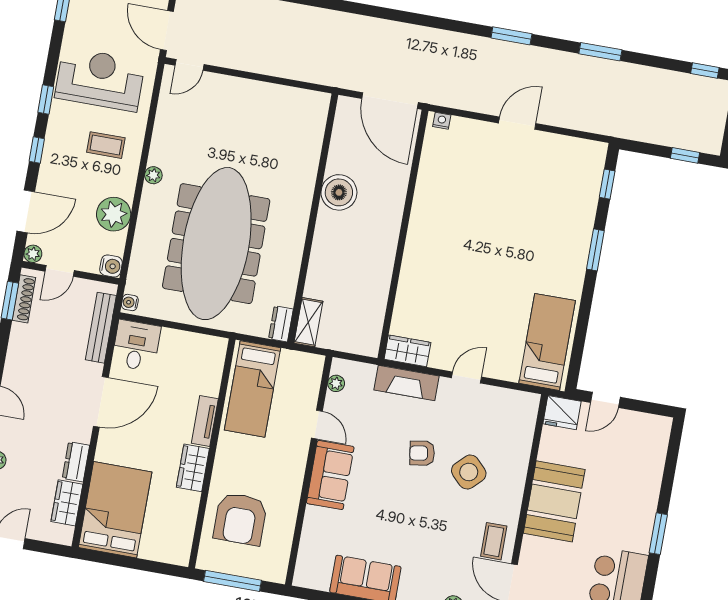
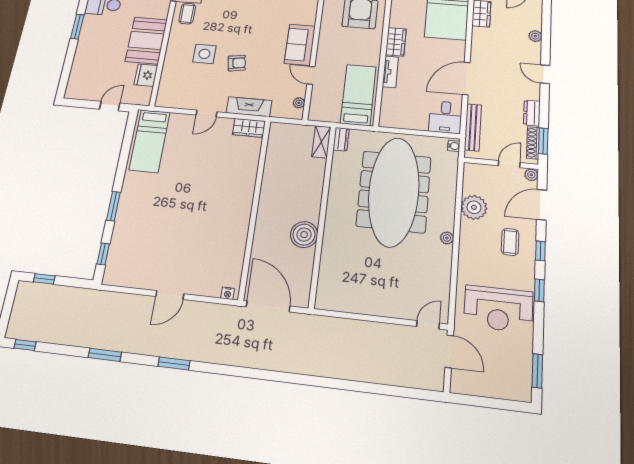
coffee table: (106, 145) -> (510, 242), moved, turned 90
water cooler: (111, 266) -> (471, 170), removed
fridge: (562, 413) -> (146, 75), moved, turned -90
dresser: (76, 462) -> (532, 113), moved, turned 180
side table: (469, 472) -> (204, 54), turned 45

